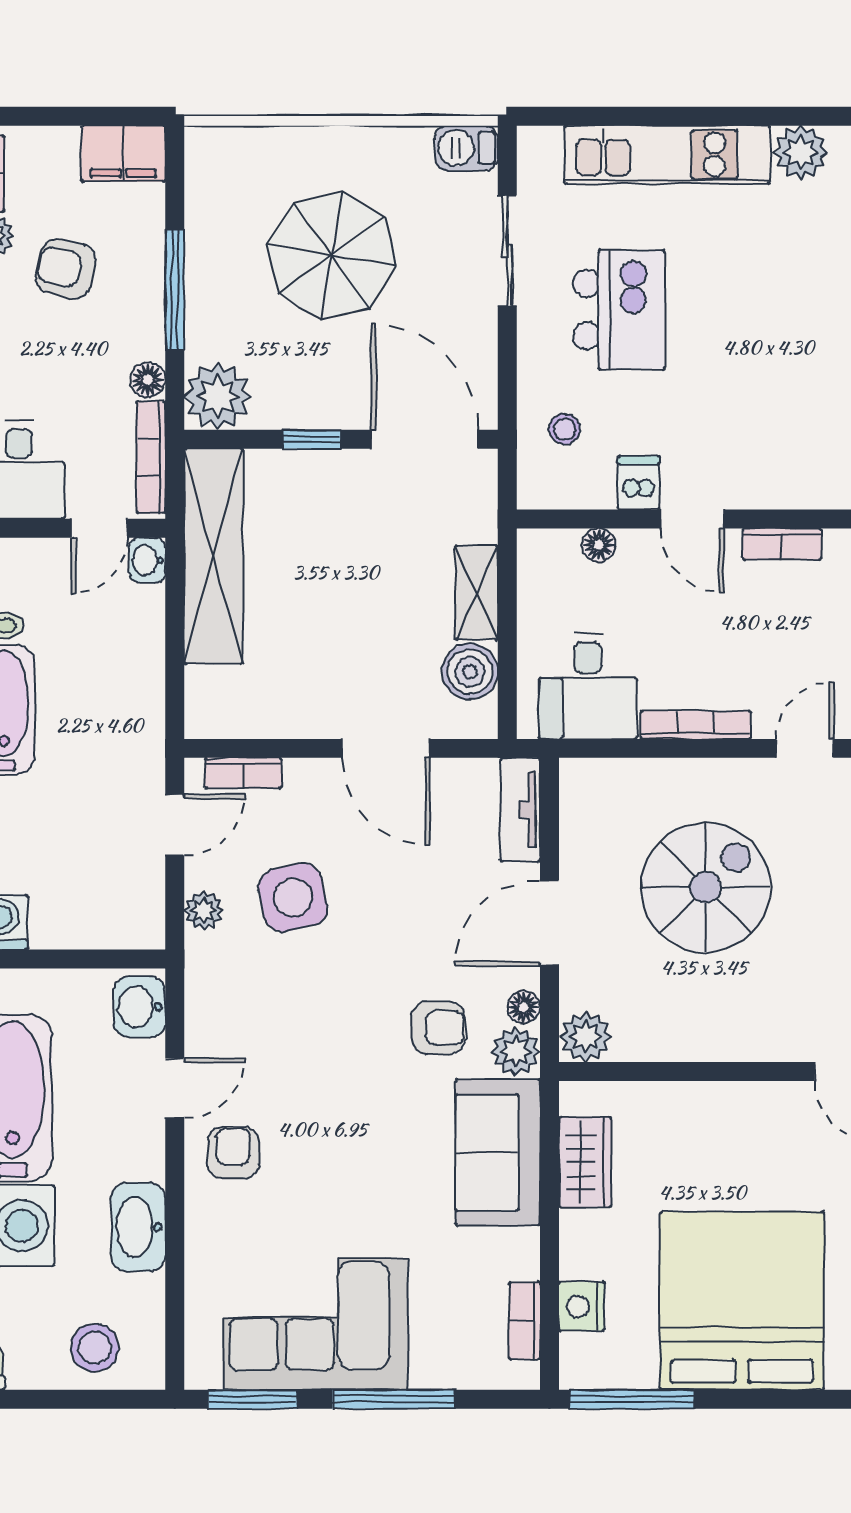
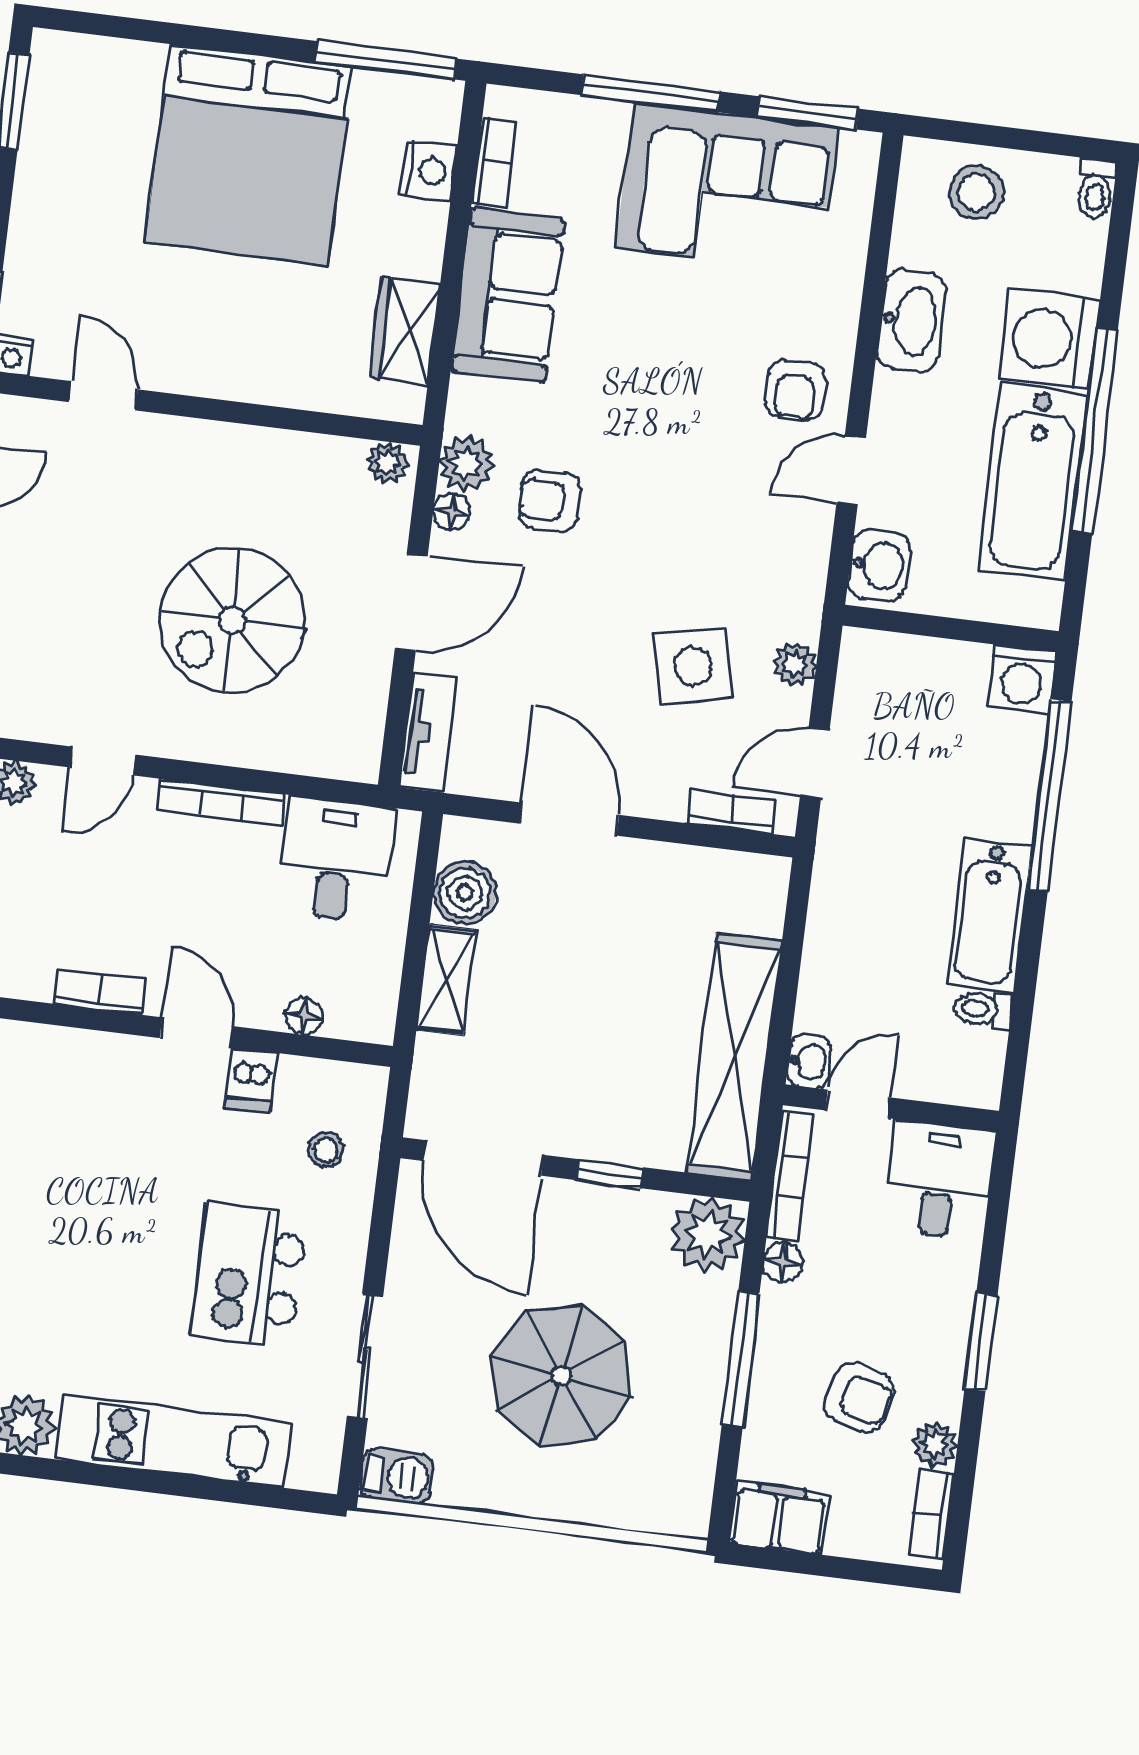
plant: (586, 1037) -> (388, 463), width x0.73, depth x0.73
sofa: (498, 1153) -> (508, 295), moved

